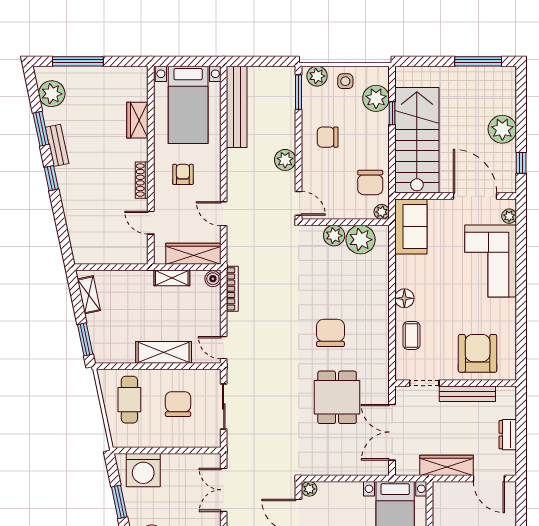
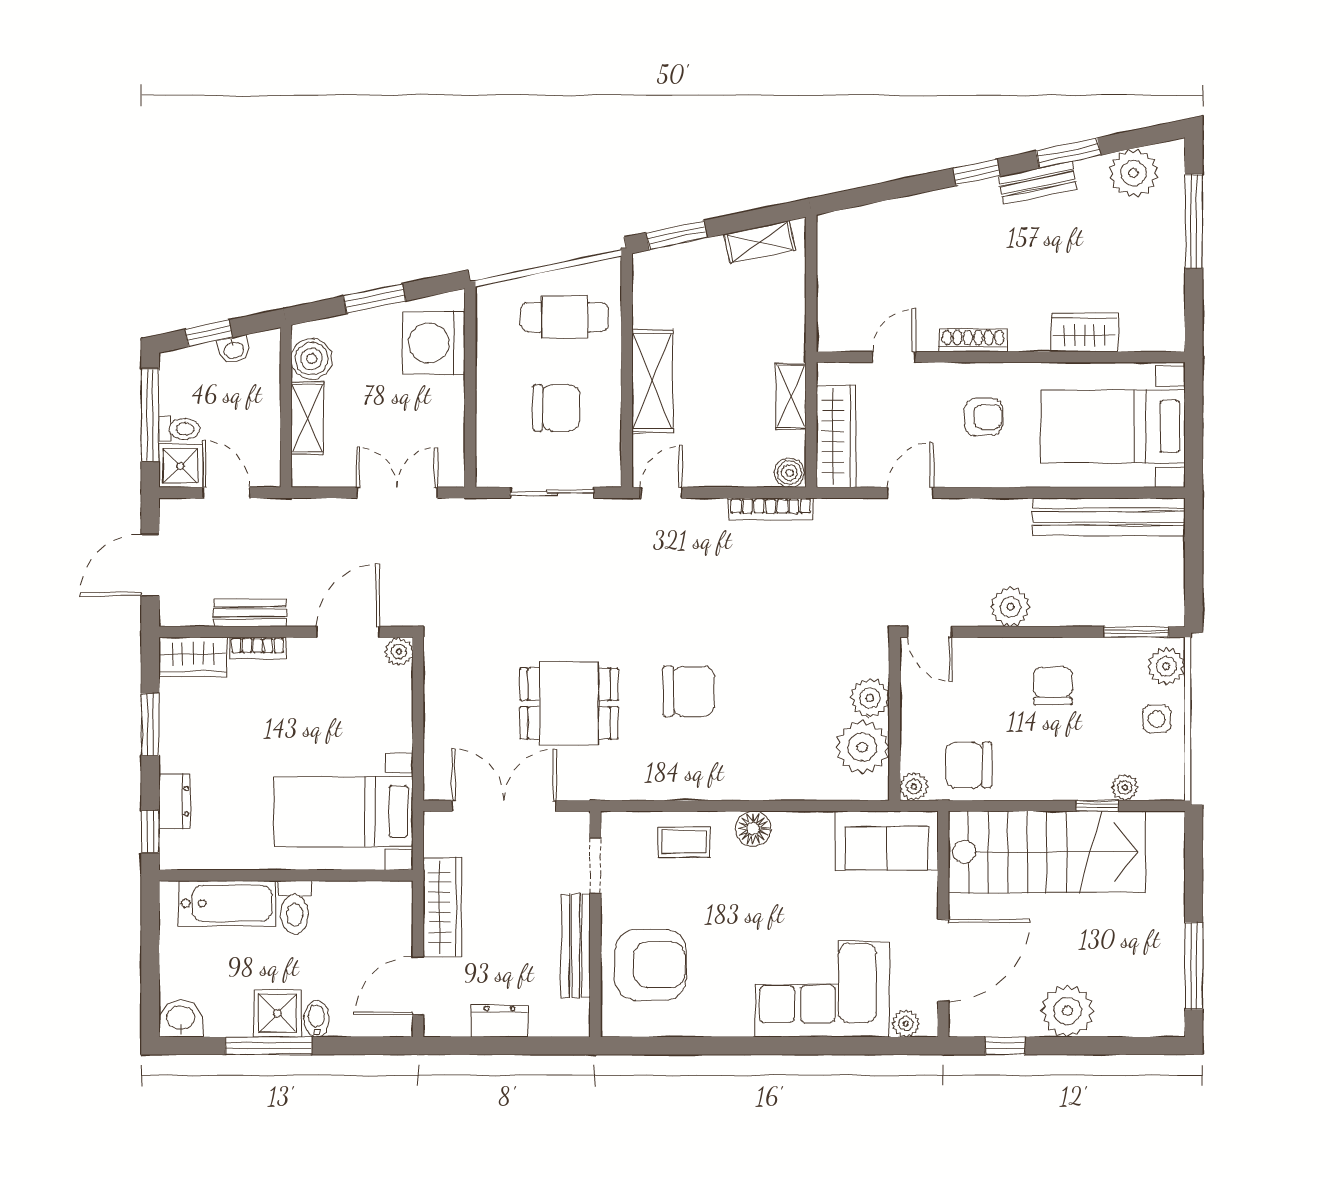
plant: (376, 98) -> (1125, 787), width x0.53, depth x0.53
door: (299, 203) -> (930, 632), hinge flipped

